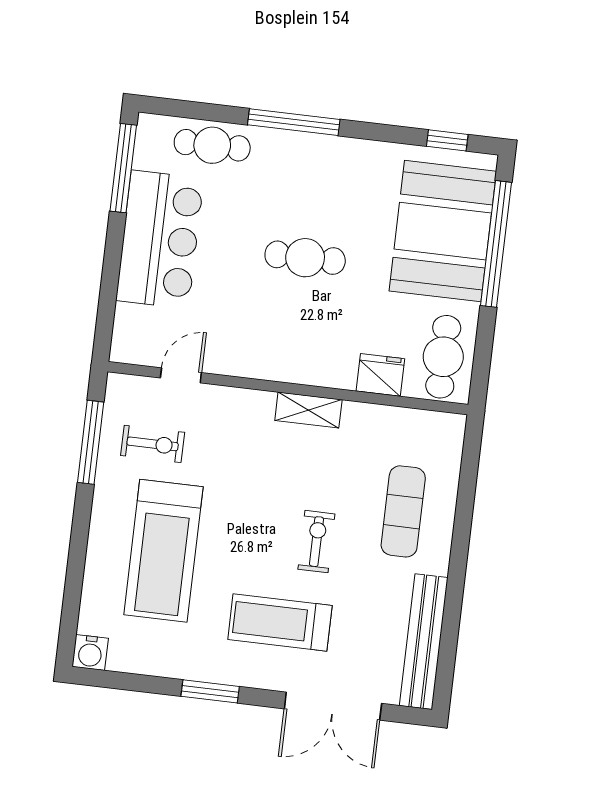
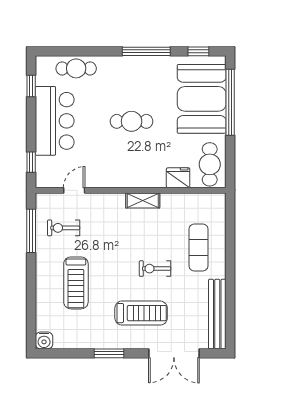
window: (294, 122) -> (146, 51), moved
window: (123, 168) -> (31, 86), width x0.46
window: (106, 312) -> (31, 162), added
exercise bike: (153, 444) -> (64, 228), turned 180
exercise bike: (316, 542) -> (155, 269), turned -90
treadmill: (163, 551) -> (76, 283), width x0.73, depth x0.73
treadmill: (280, 622) -> (141, 313), turned 180

